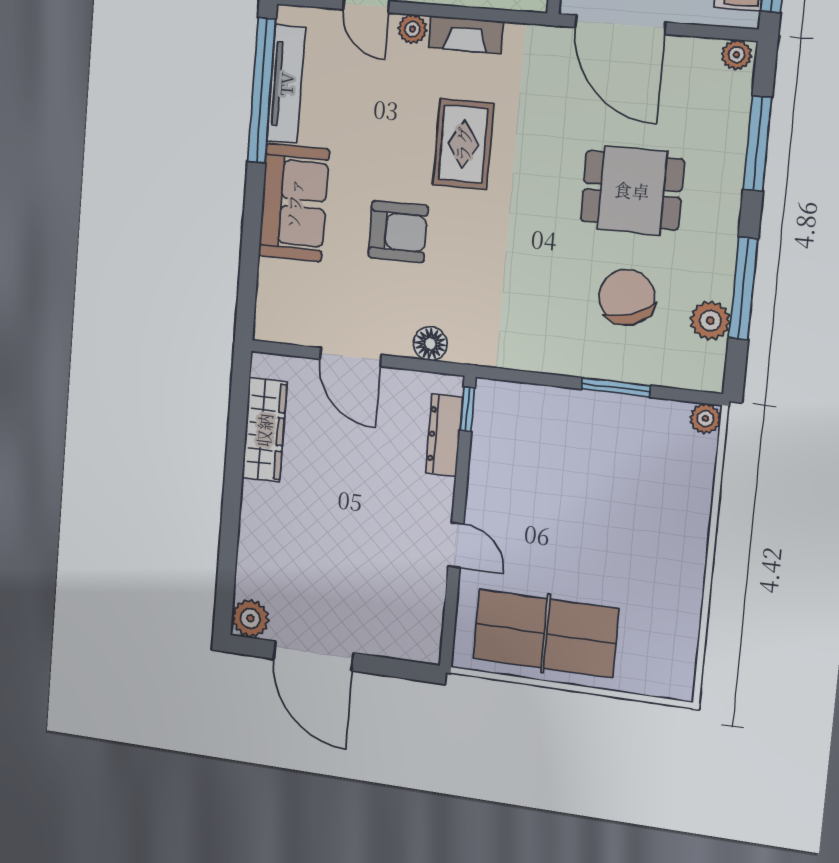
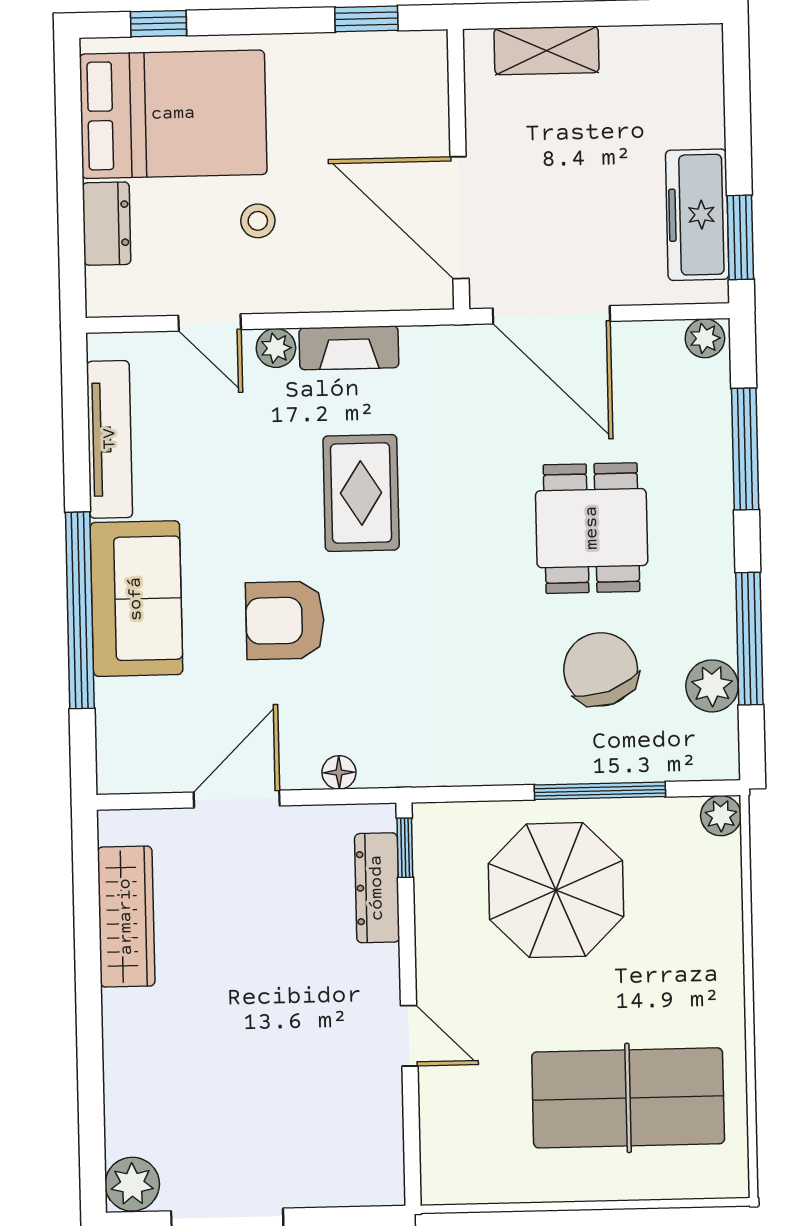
window: (262, 90) -> (80, 610), moved
dining table: (632, 190) -> (592, 528), turned 90
armchair: (398, 232) -> (285, 620), turned 180
floor lamp: (430, 344) -> (339, 772), width x0.73, depth x0.73
door: (350, 357) -> (237, 799), swing flipped
window: (616, 387) -> (600, 791), width x1.44
parasol: (575, 456) -> (556, 890), added
table tennis table: (546, 634) -> (628, 1098), moved

